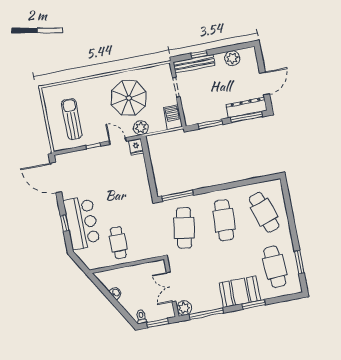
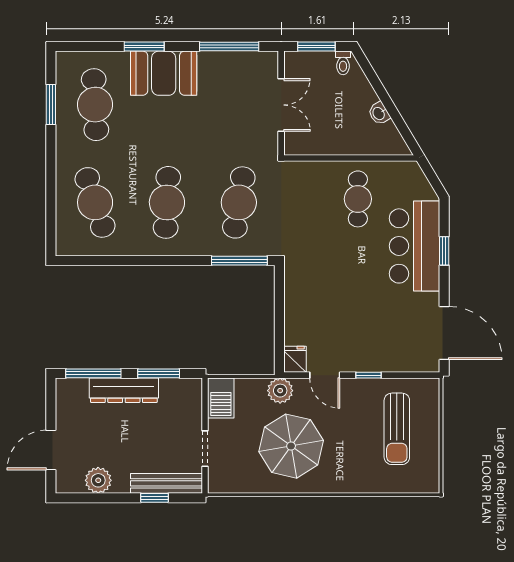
door: (264, 84) -> (51, 450), moved
dresser: (247, 107) -> (124, 390), moved
plant: (184, 308) -> (266, 64), removed

